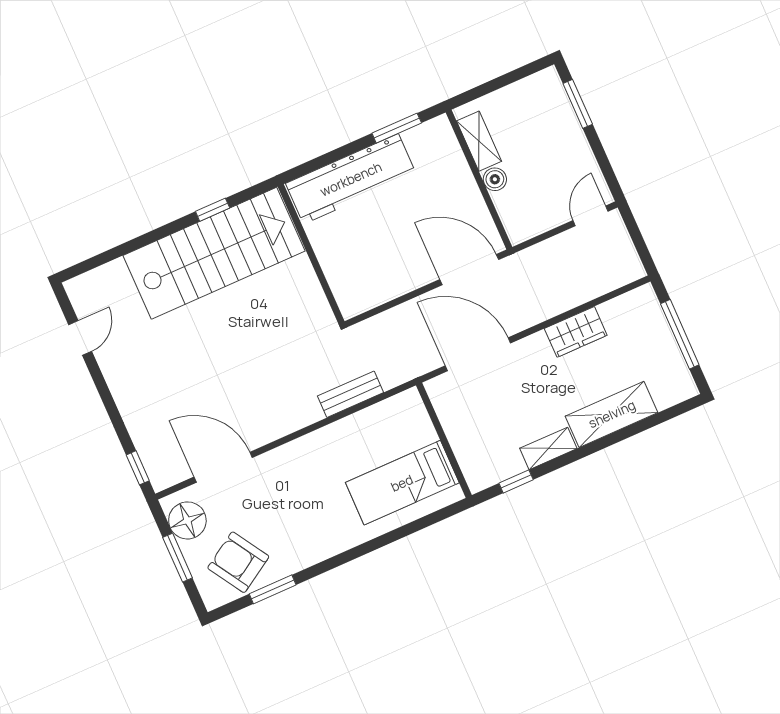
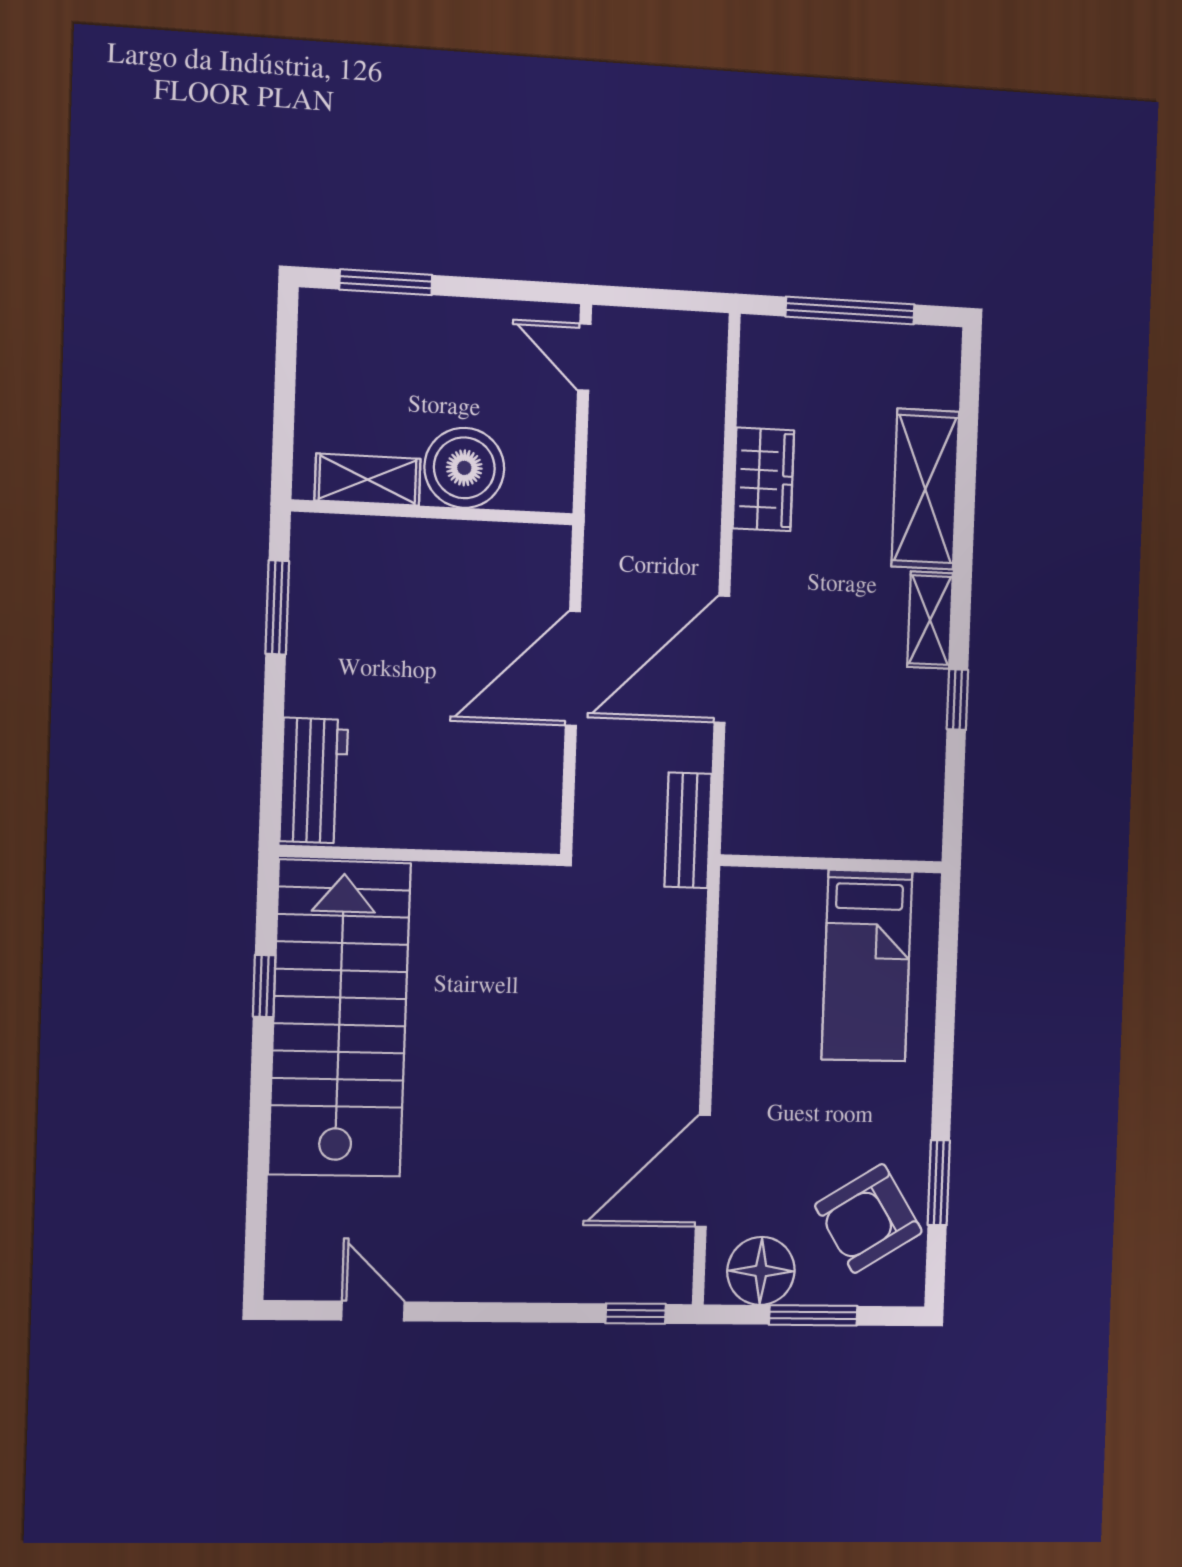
workbench: (351, 179) -> (314, 781), width x0.53, depth x0.76
boiler: (495, 179) -> (464, 468), width x1.86, depth x1.86
door: (469, 270) -> (573, 668), moved
bench: (350, 394) -> (688, 830), moved
wall: (444, 440) -> (831, 864), moved
bed: (402, 483) -> (867, 966), moved

